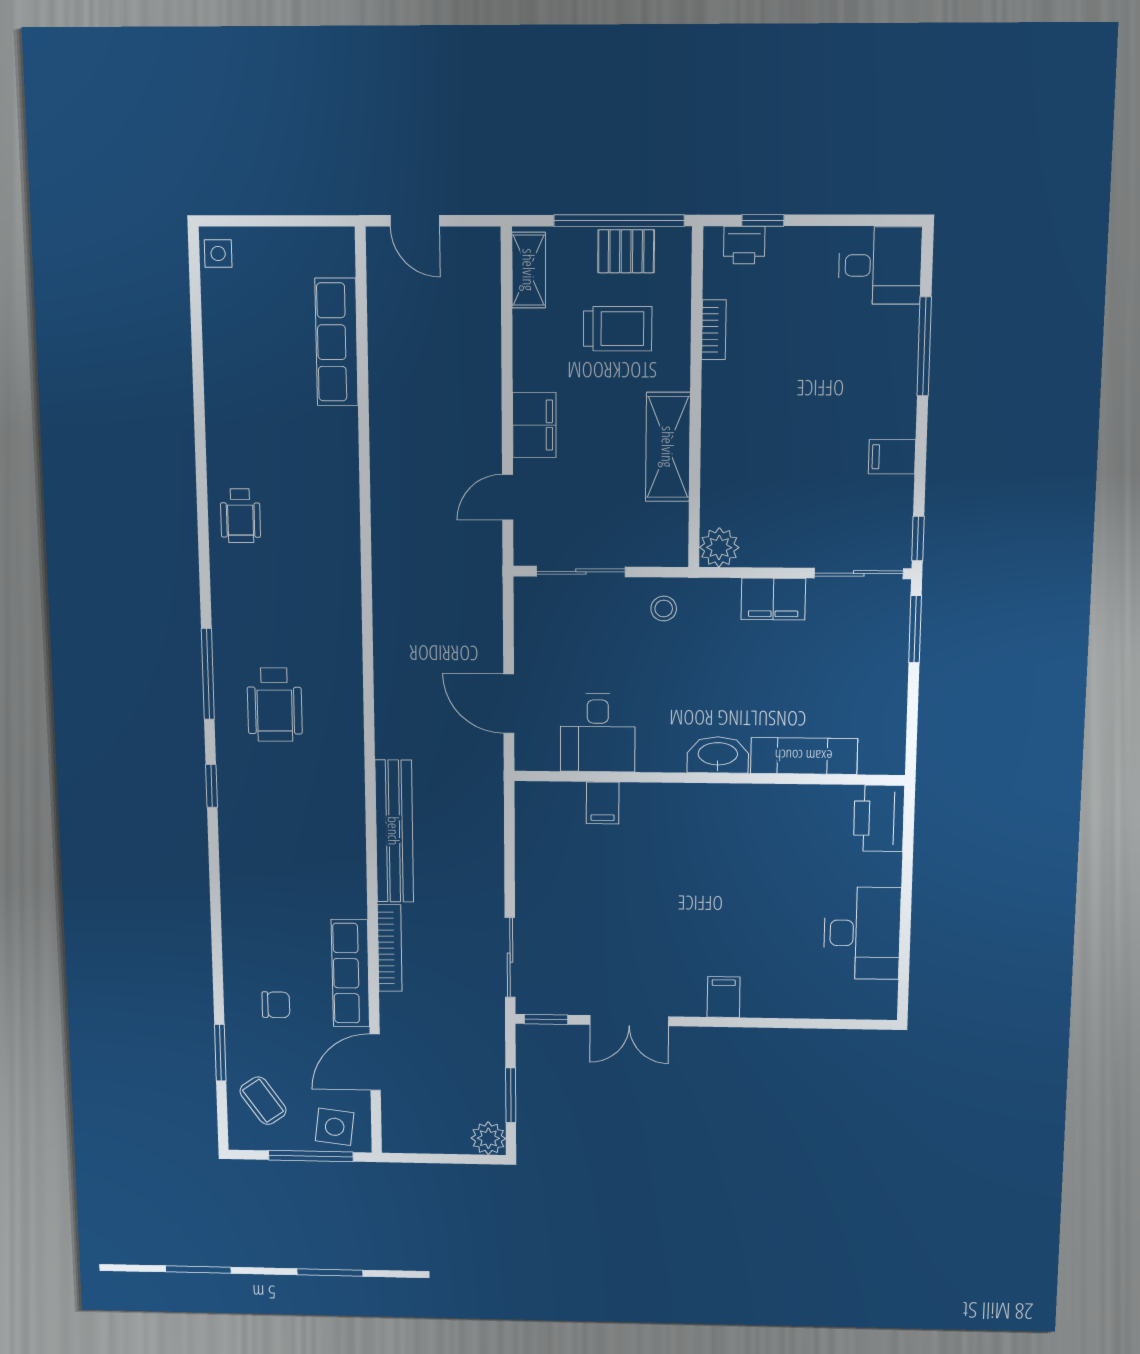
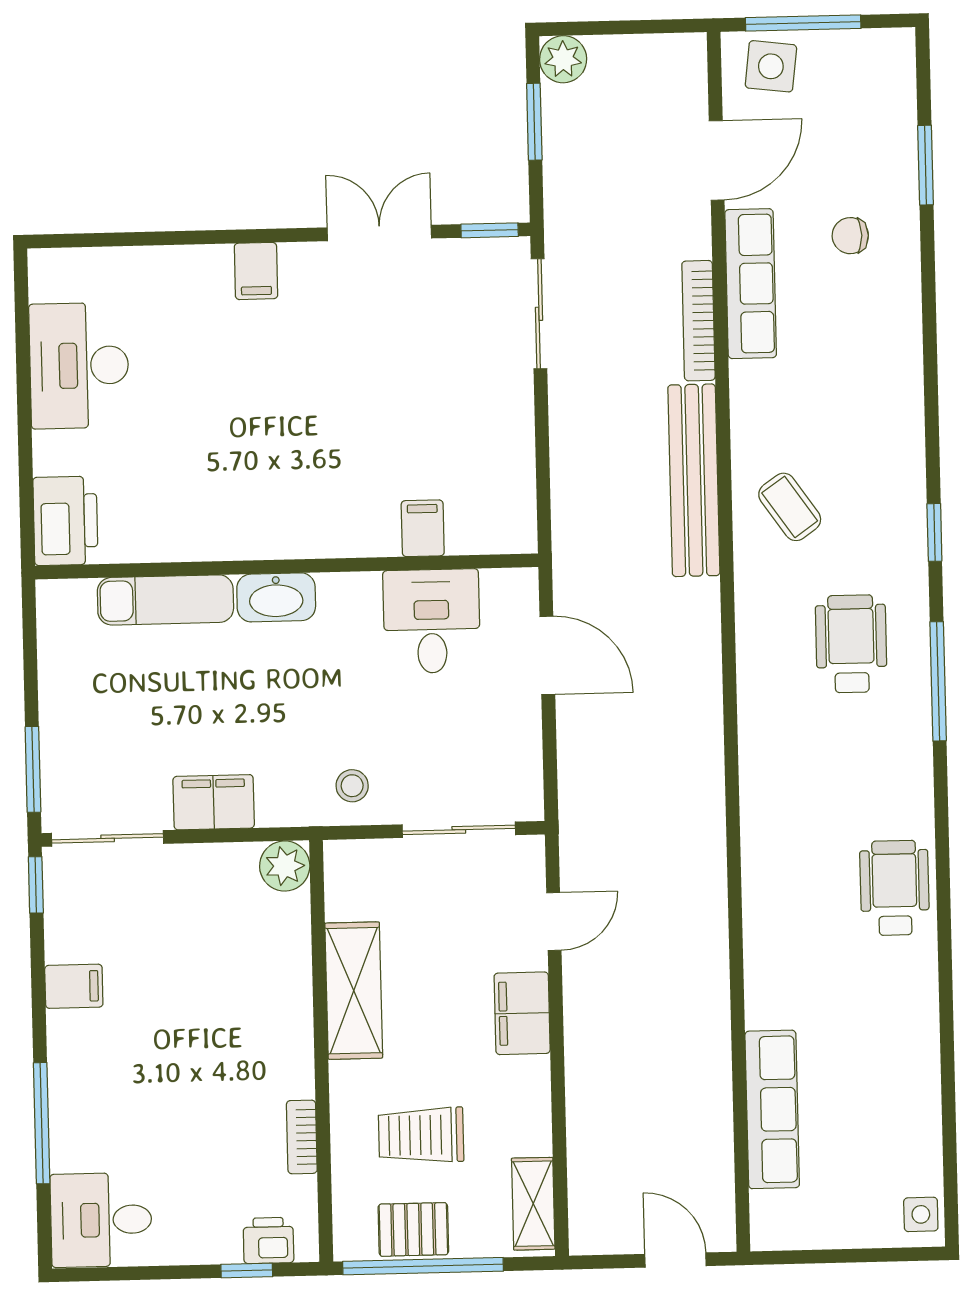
wheelchair: (240, 516) -> (895, 888), width x1.36, depth x1.37
coffee table: (263, 1101) -> (790, 507), moved

